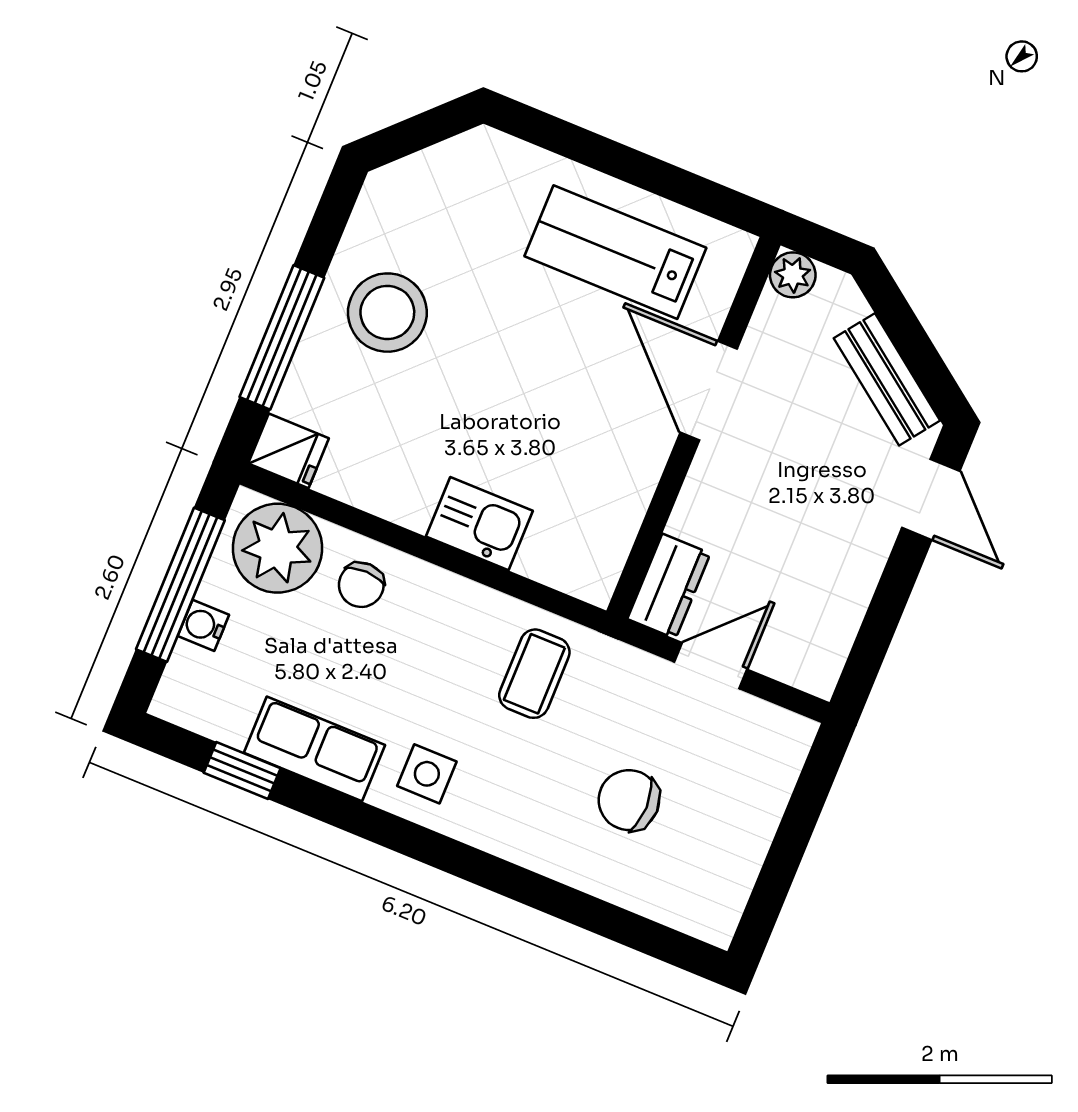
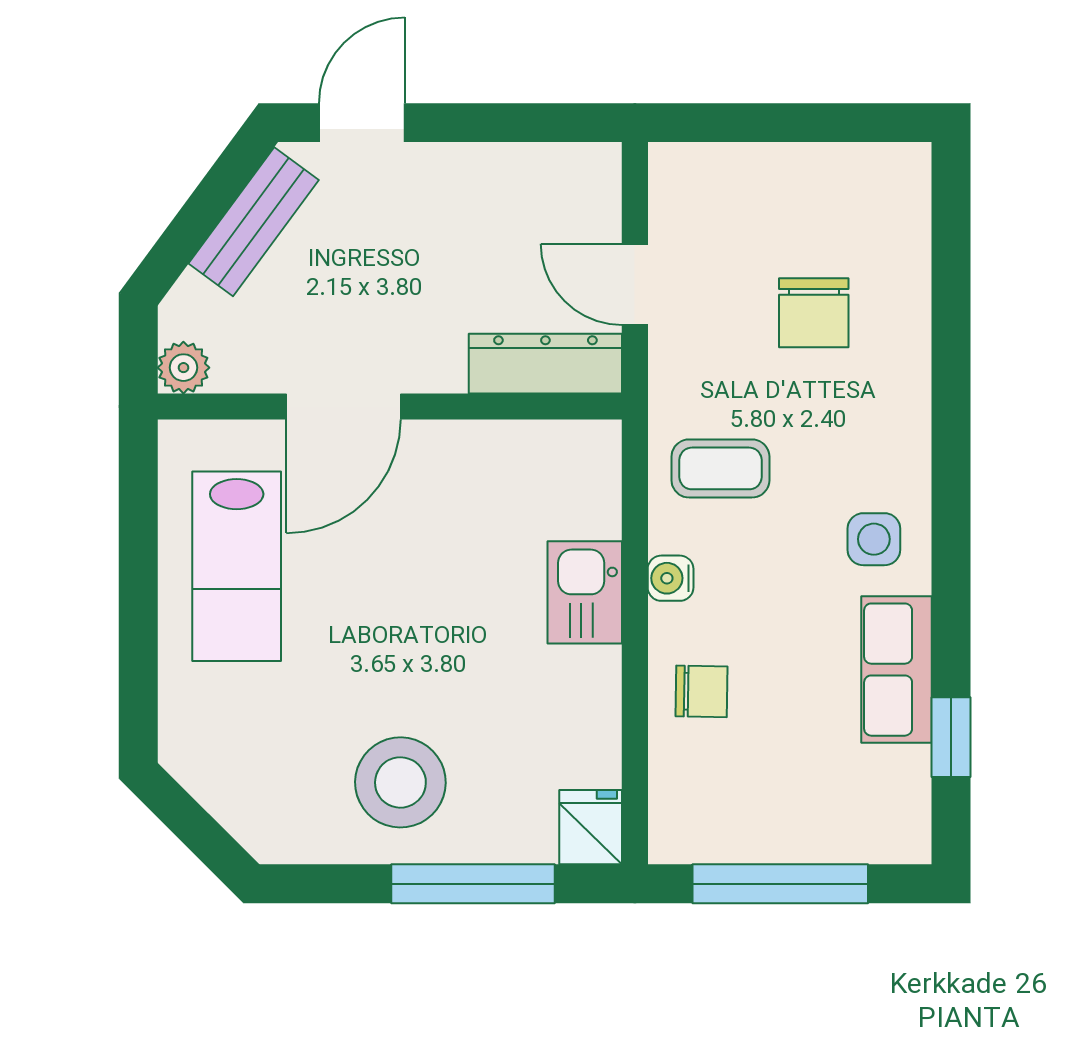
plant: (277, 548) -> (699, 797), removed
dresser: (669, 586) -> (545, 364), width x1.44
water cooler: (203, 625) -> (671, 578), moved, turned 90

